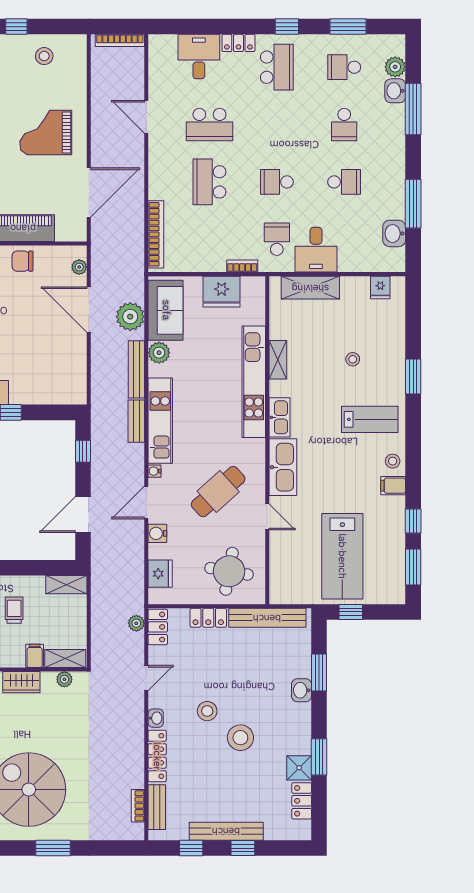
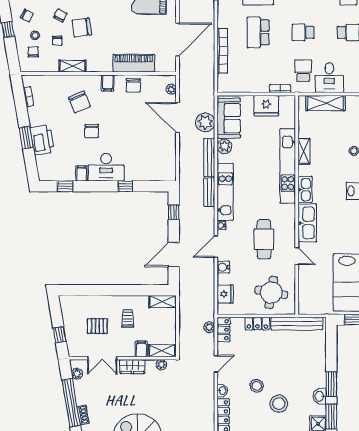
bookcase: (156, 234) -> (222, 51), moved
chair: (23, 261) -> (133, 85), turned -90
cafe table: (218, 492) -> (264, 239), turned -48
window: (319, 672) -> (331, 384), moved
washbasin: (302, 690) -> (320, 396), moved

